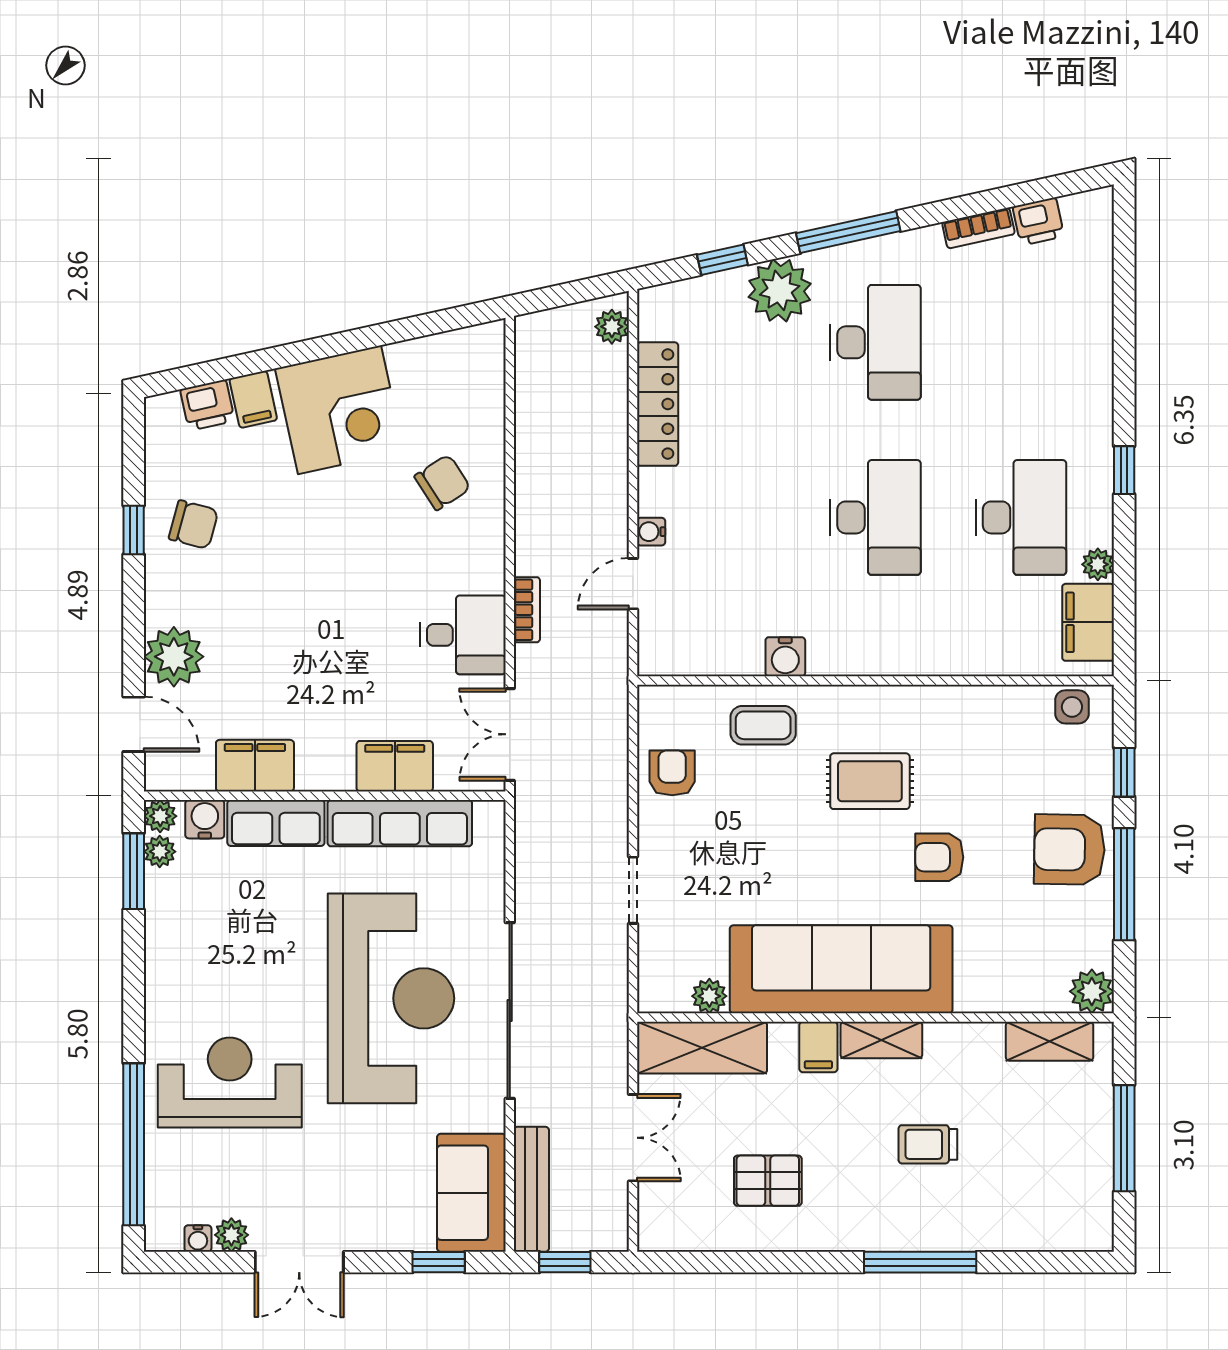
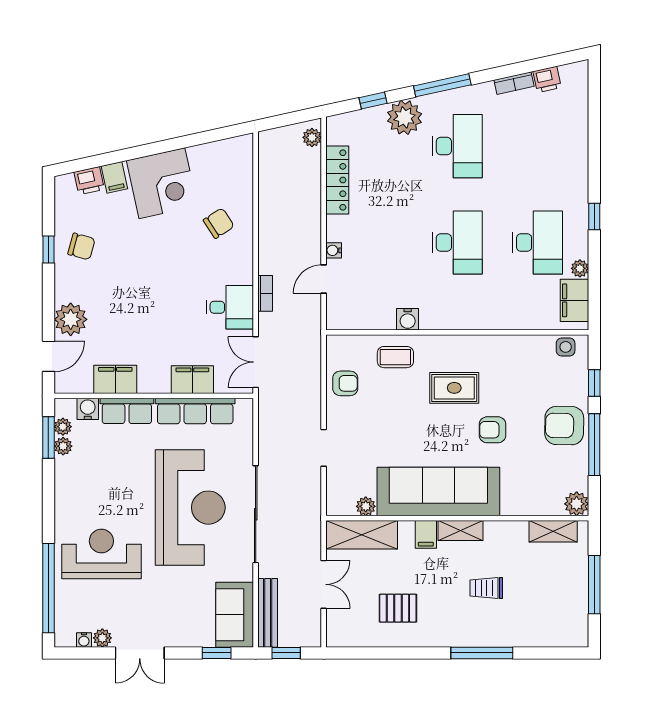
door: (134, 724) -> (48, 356), hinge flipped
armchair: (672, 773) -> (345, 383), turned 90
plant: (160, 816) -> (63, 446), moved

